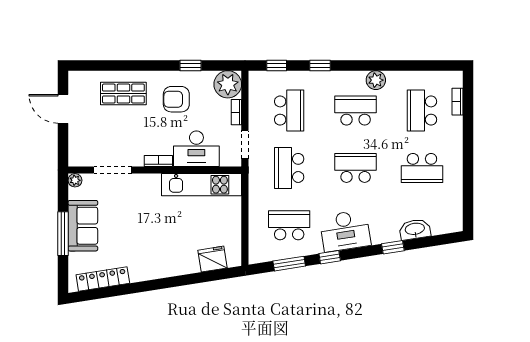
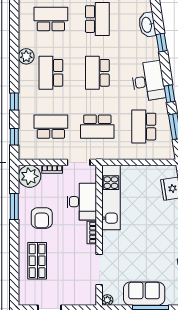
window: (190, 65) -> (14, 206), width x1.50
school desk: (422, 111) -> (51, 19), turned 180

